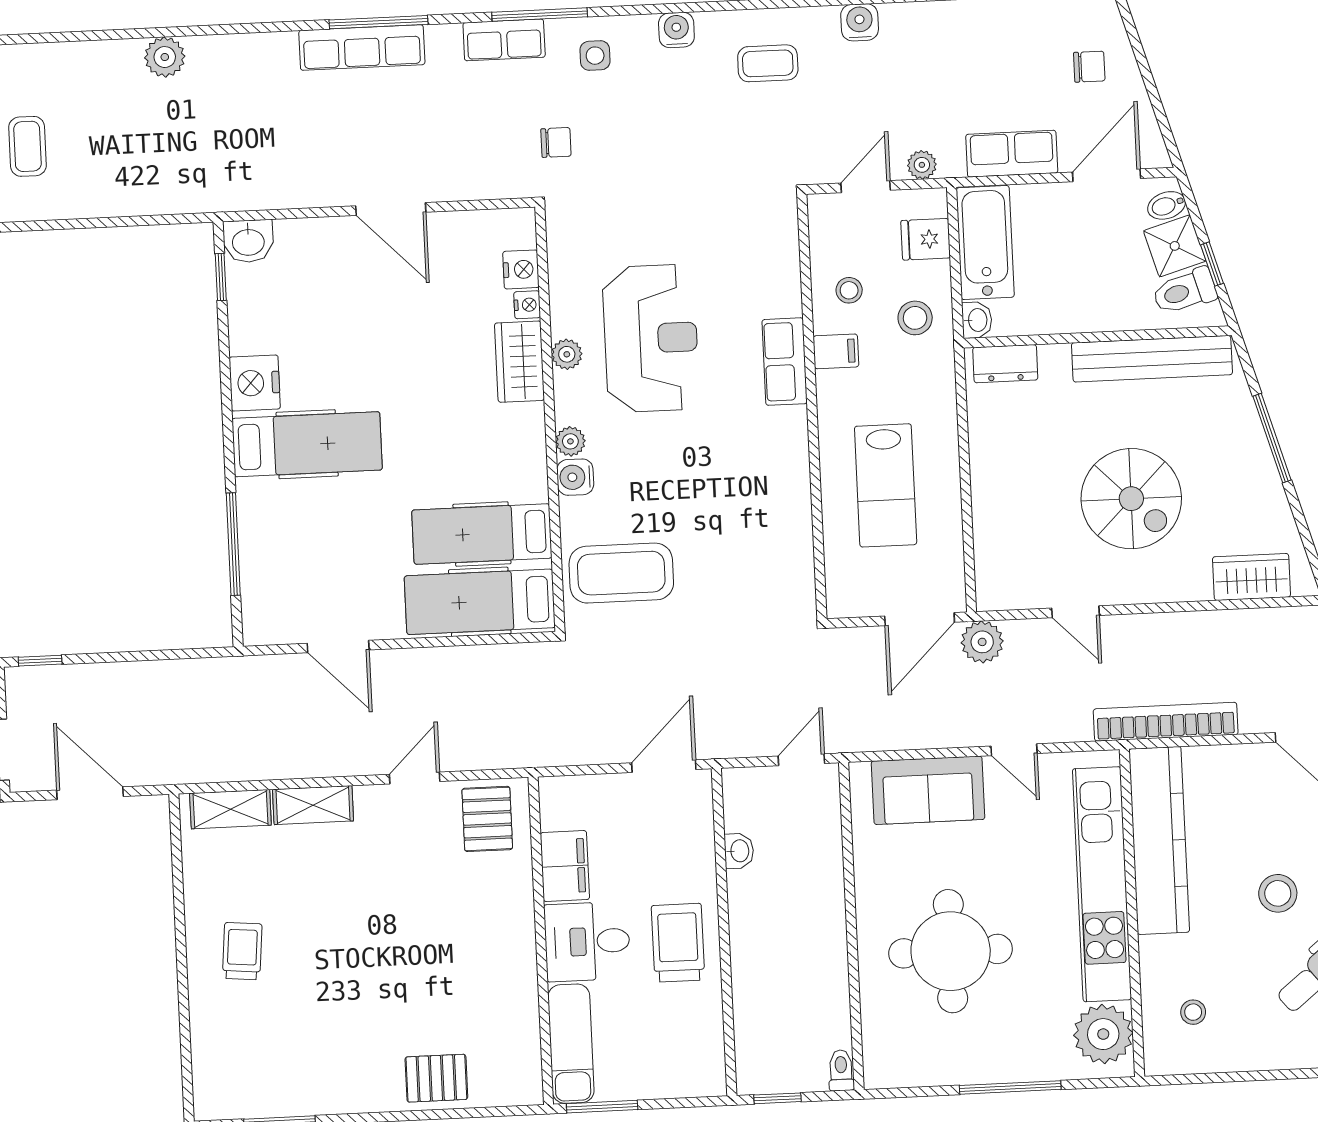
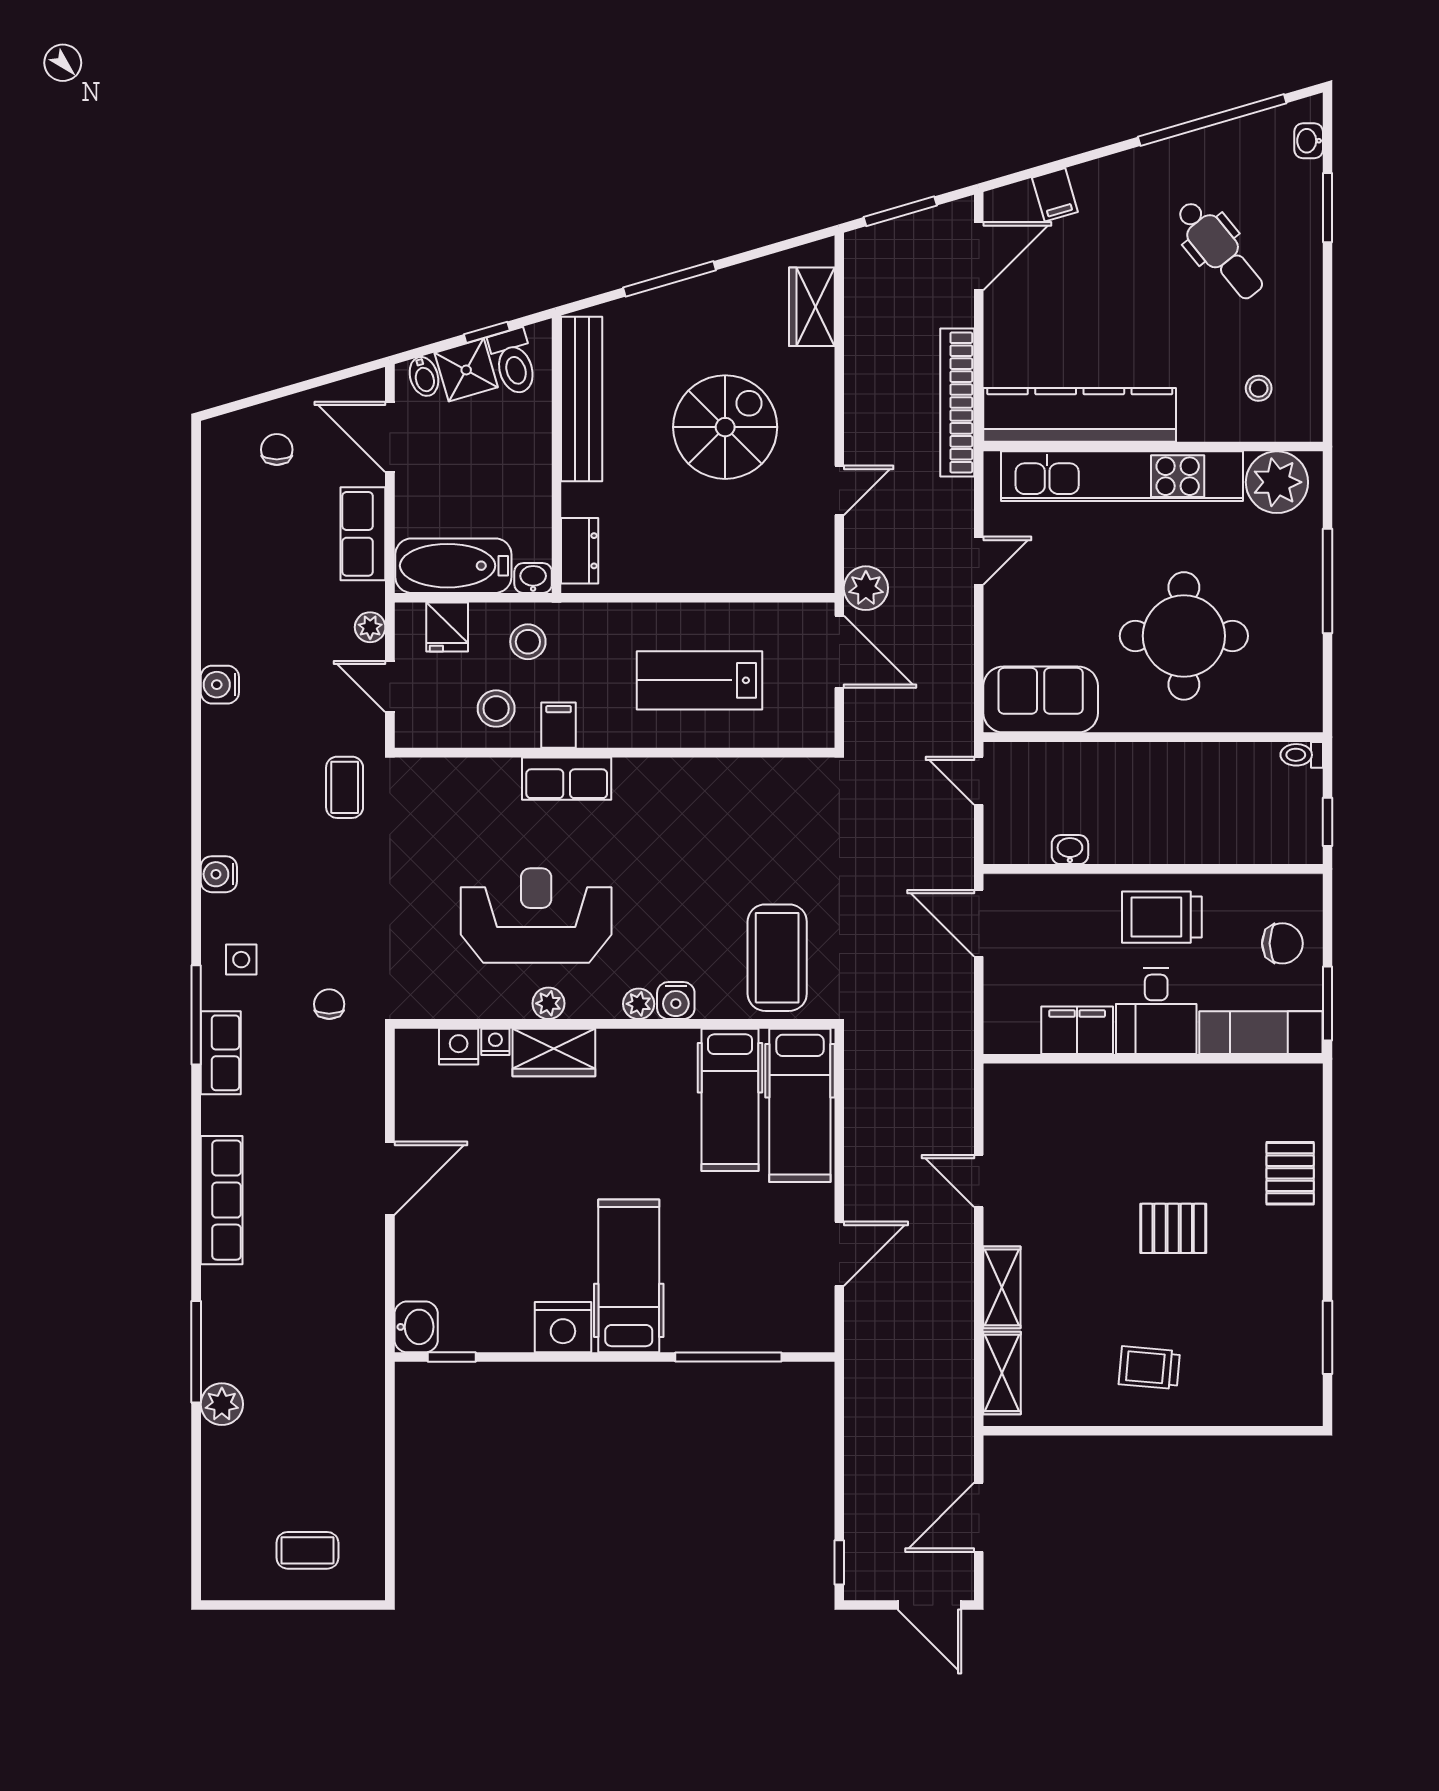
window: (378, 22) -> (196, 1352), moved
coffee table: (768, 63) -> (345, 787), moved
stool: (849, 290) -> (496, 709), width x1.37, depth x1.37
lab bench: (886, 485) -> (699, 680), turned 180
sofa: (928, 790) -> (1041, 699), moved, turned -90
pallet: (487, 819) -> (1173, 1228), moved
stool: (1278, 893) -> (1140, 295), removed
chair: (658, 1060) -> (1282, 943), added

